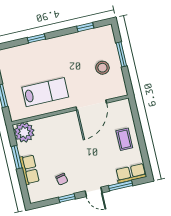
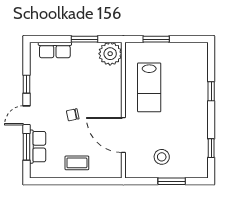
row of seats: (29, 170) -> (55, 50), moved
row of seats: (131, 173) -> (38, 147), moved
chair: (62, 179) -> (73, 115), moved

